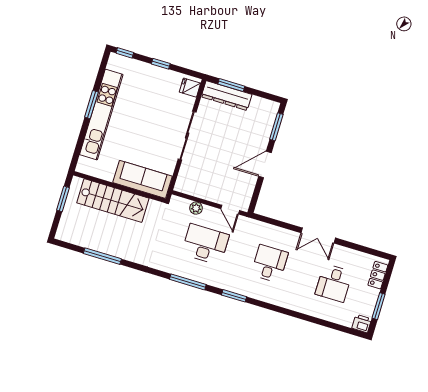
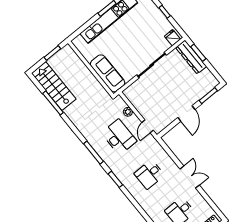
door: (265, 165) -> (186, 113), swing flipped
stairs: (113, 201) -> (54, 86), moved, turned 180
double door: (318, 235) -> (190, 177), swing flipped
desk: (270, 264) -> (149, 174), turned 180

